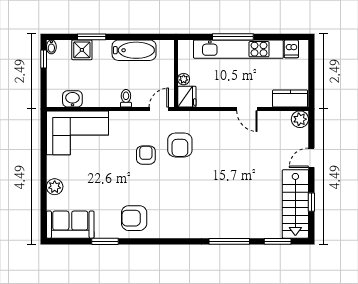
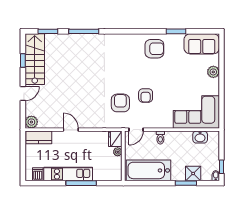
kitchen unit: (238, 49) -> (68, 174), width x0.73
bathtub: (134, 50) -> (148, 170), width x1.36, depth x1.36

